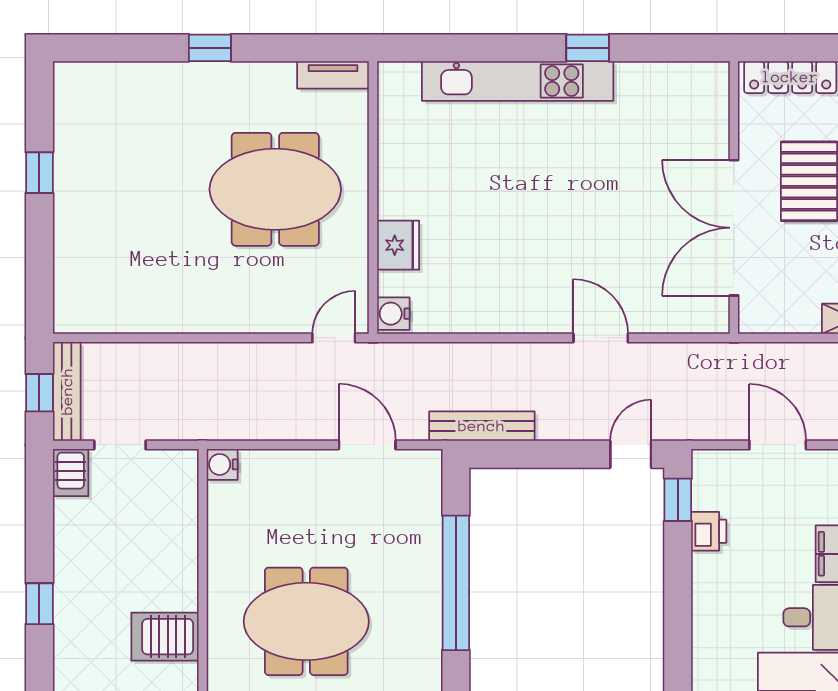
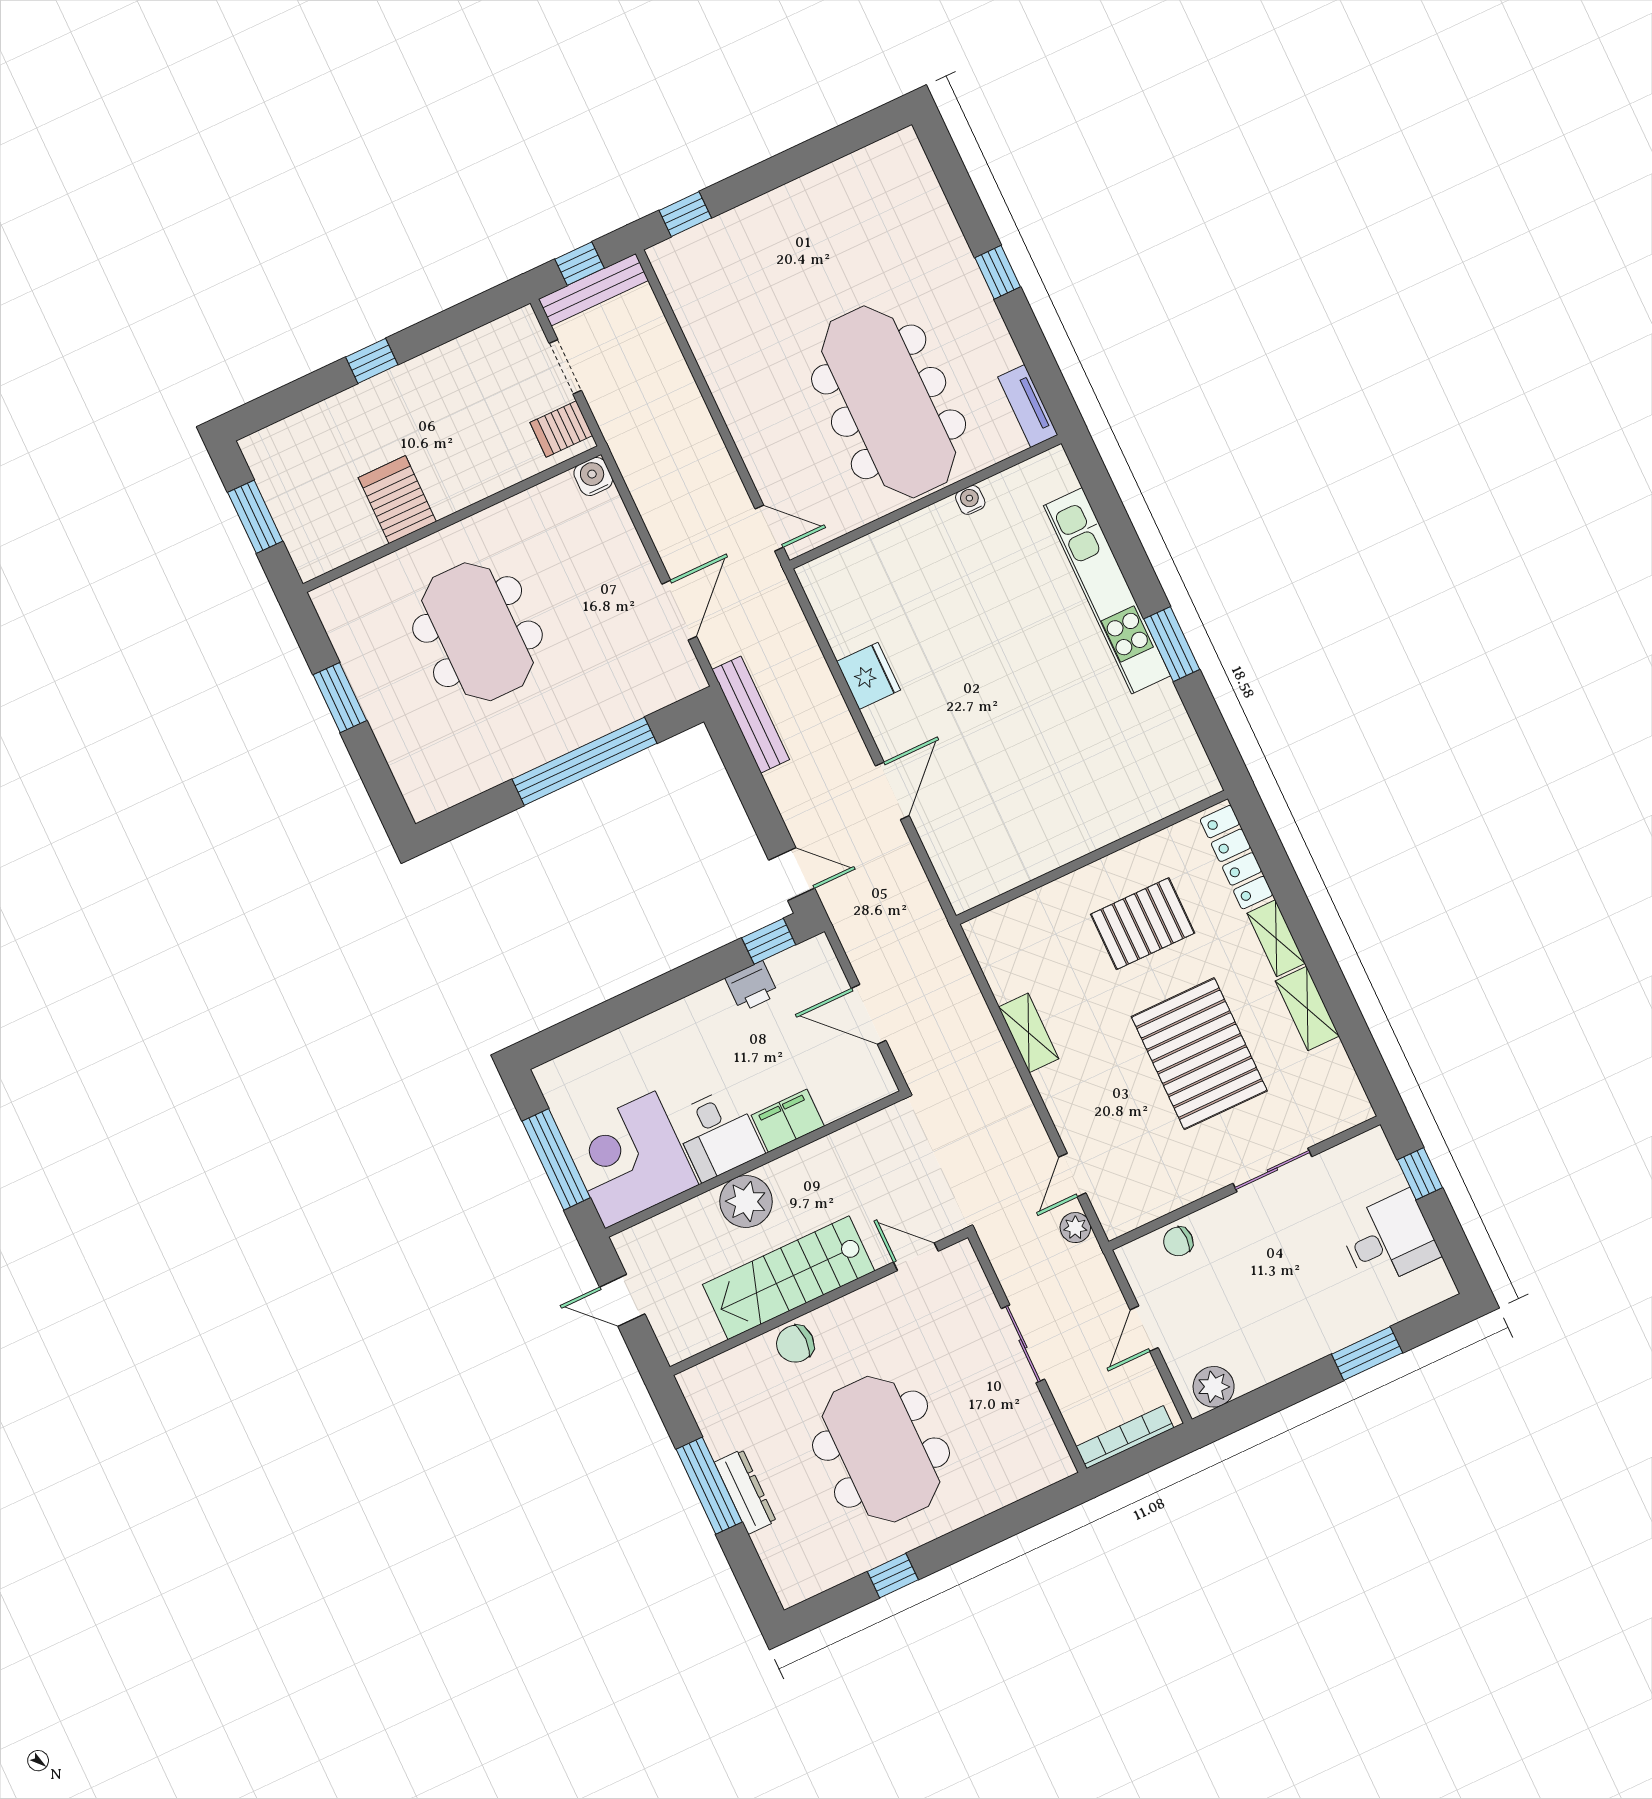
window: (588, 48) -> (1172, 644), width x1.50
window: (39, 173) -> (685, 214), moved
meeting table: (275, 189) -> (889, 402), width x1.36
double door: (734, 228) -> (1062, 871), removed
fridge: (398, 245) -> (869, 676), moved, turned -90
water cooler: (393, 314) -> (970, 500), moved, width x0.72, depth x0.72
door: (778, 445) -> (869, 1014), swing flipped
server rack: (71, 473) -> (561, 429), moved

